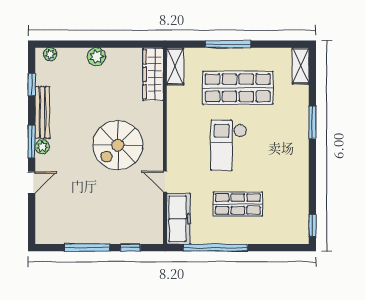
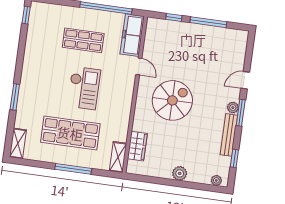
wardrobe: (153, 74) -> (137, 146), width x0.67

